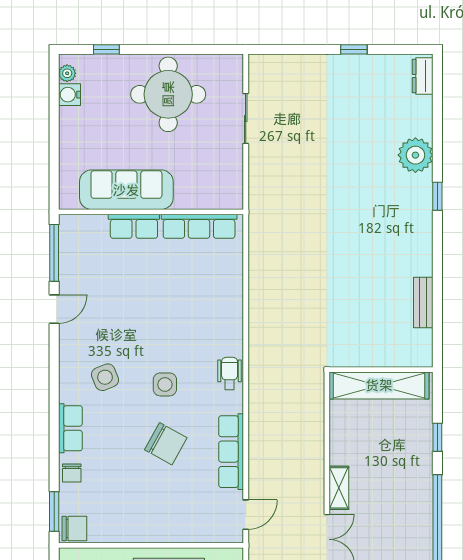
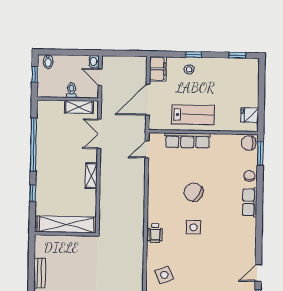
side table: (105, 377) -> (164, 275), moved
row of seats: (231, 452) -> (187, 140), moved, turned 90
shelving: (339, 488) -> (91, 176), moved

